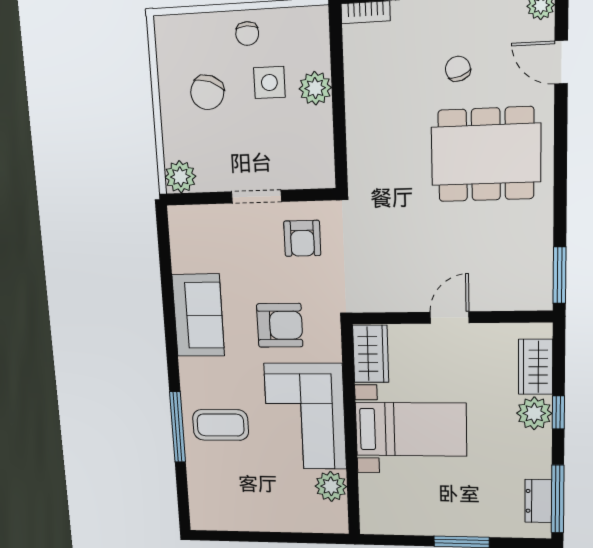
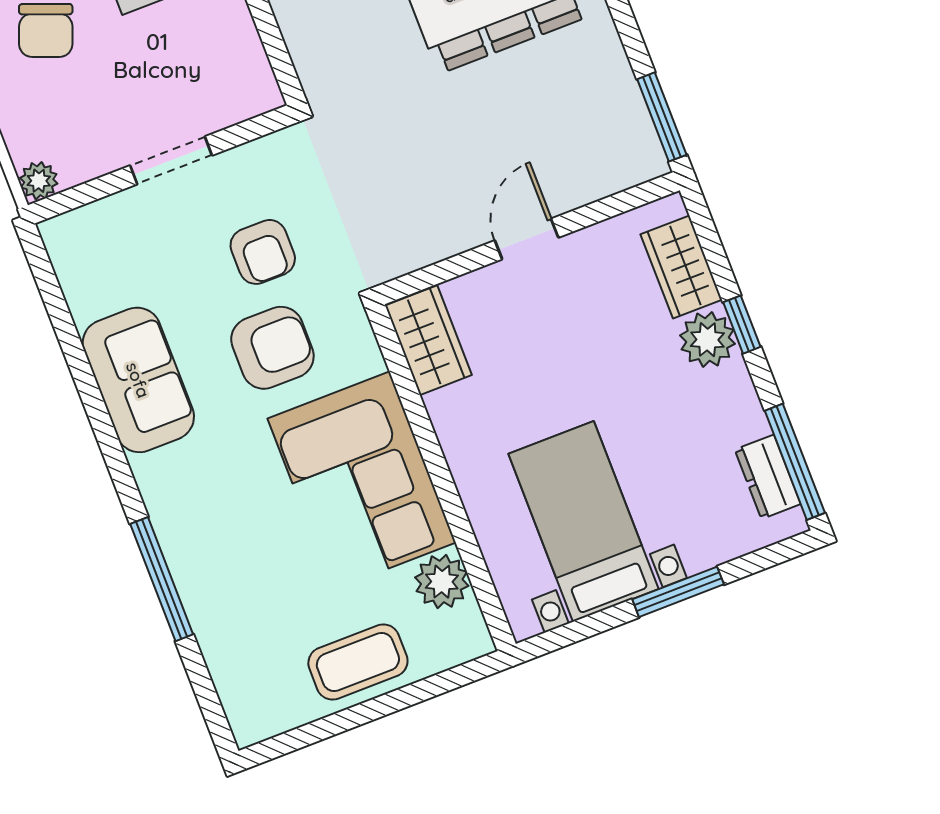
plant: (180, 177) -> (39, 181), width x0.73, depth x0.73
armchair: (302, 238) -> (263, 252), moved
coffee table: (221, 425) -> (358, 662), moved
bed with nightstands: (411, 429) -> (583, 521), moved, turned -90

